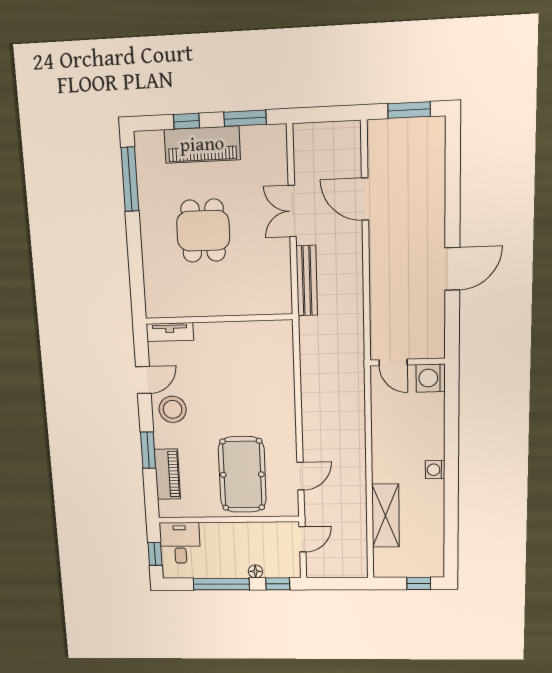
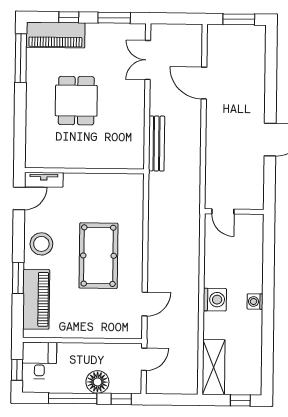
piano: (202, 145) -> (56, 35), moved
double door: (292, 211) -> (148, 60), moved
washing machine: (431, 378) -> (215, 300), moved, turned 180
door: (143, 380) -> (19, 198), moved
piano: (167, 474) -> (36, 299), width x1.37, depth x1.33
pool table: (242, 475) -> (98, 256), moved
shelving: (386, 516) -> (214, 367), moved
floor lamp: (255, 571) -> (97, 382), width x1.89, depth x1.89

